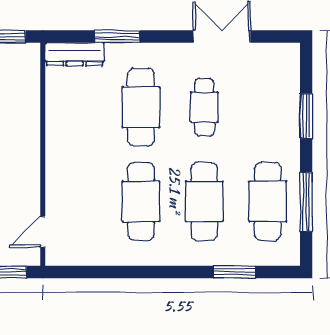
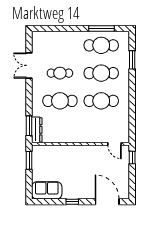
window: (117, 36) -> (29, 126), moved
window: (306, 116) -> (64, 29), removed

